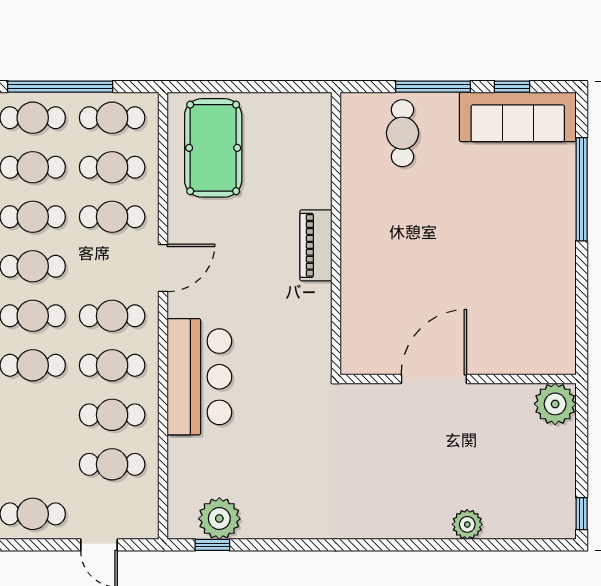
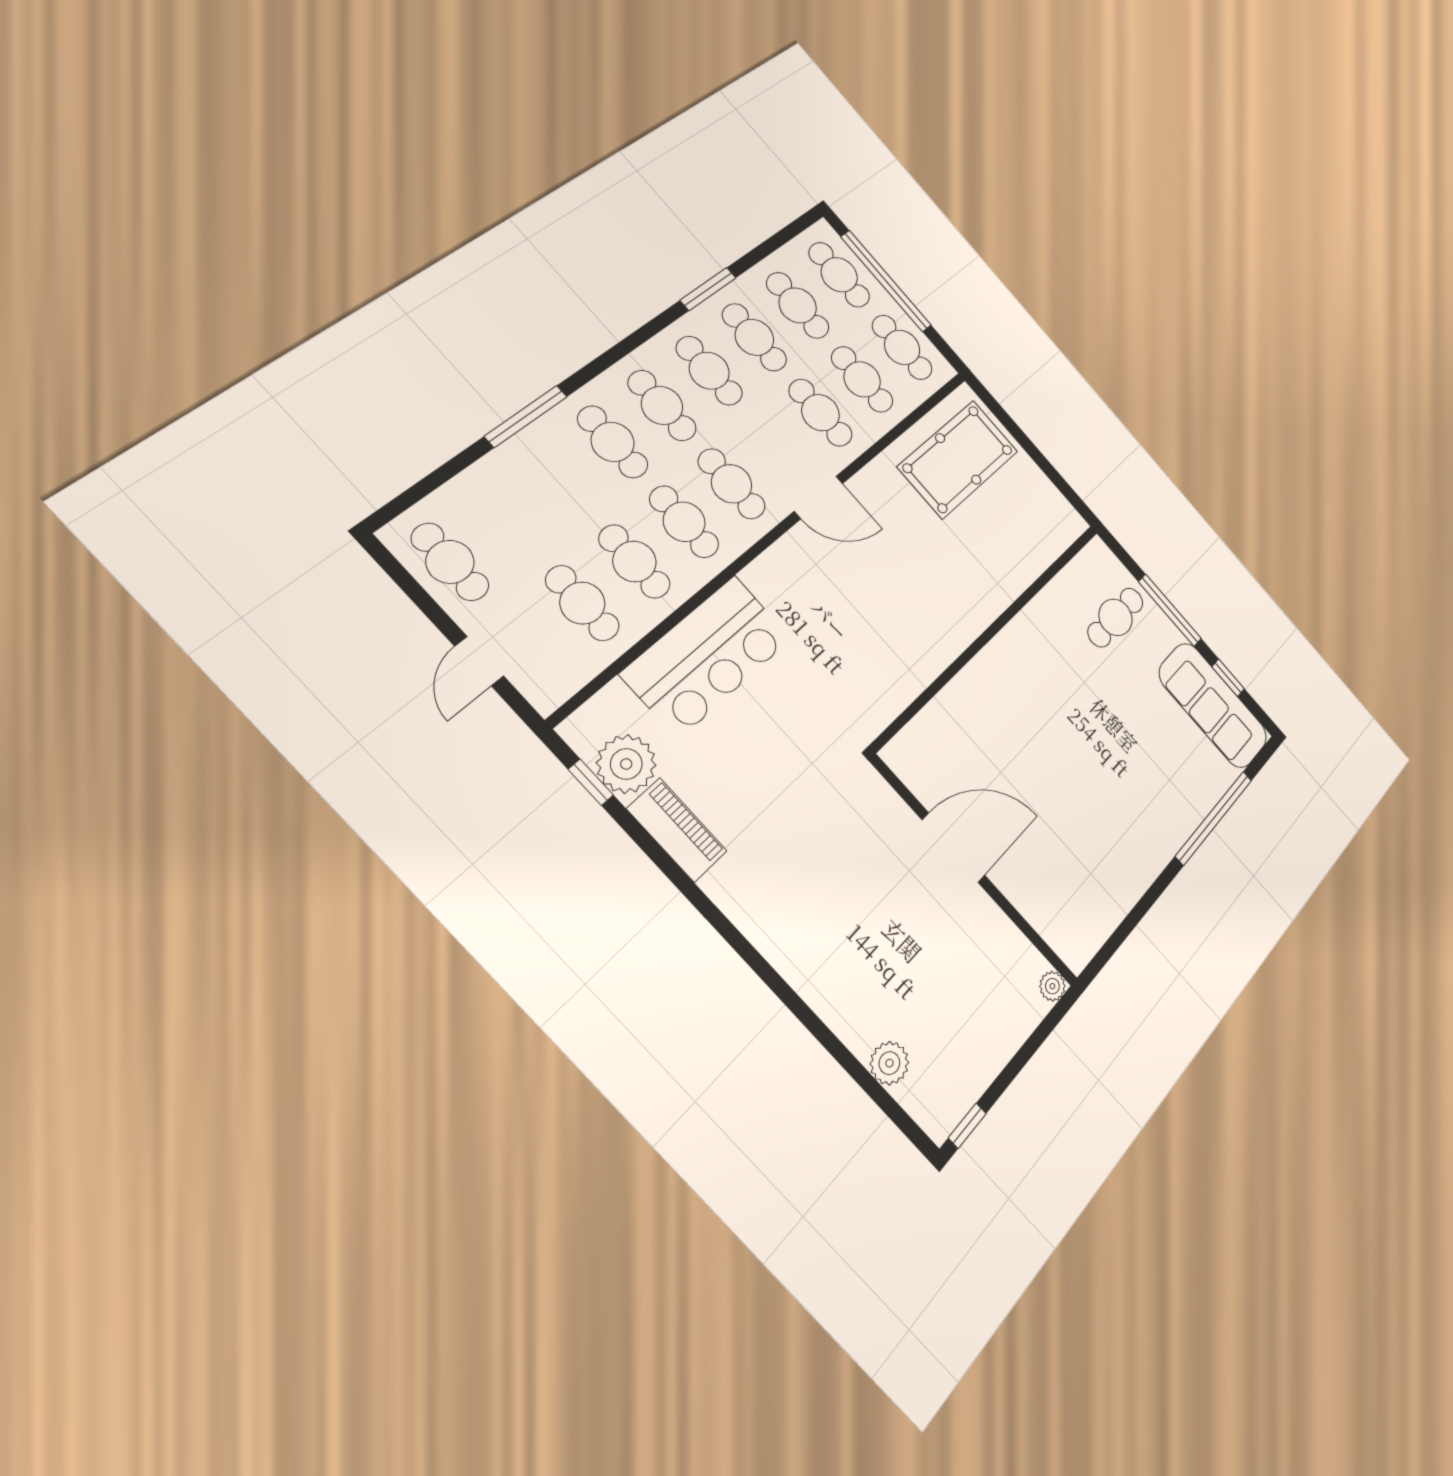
piano: (316, 245) -> (677, 830), moved, turned 90
bar counter: (199, 377) -> (707, 656), moved
plant: (555, 404) -> (1052, 986), width x0.53, depth x0.53
plant: (467, 524) -> (889, 1063), moved

